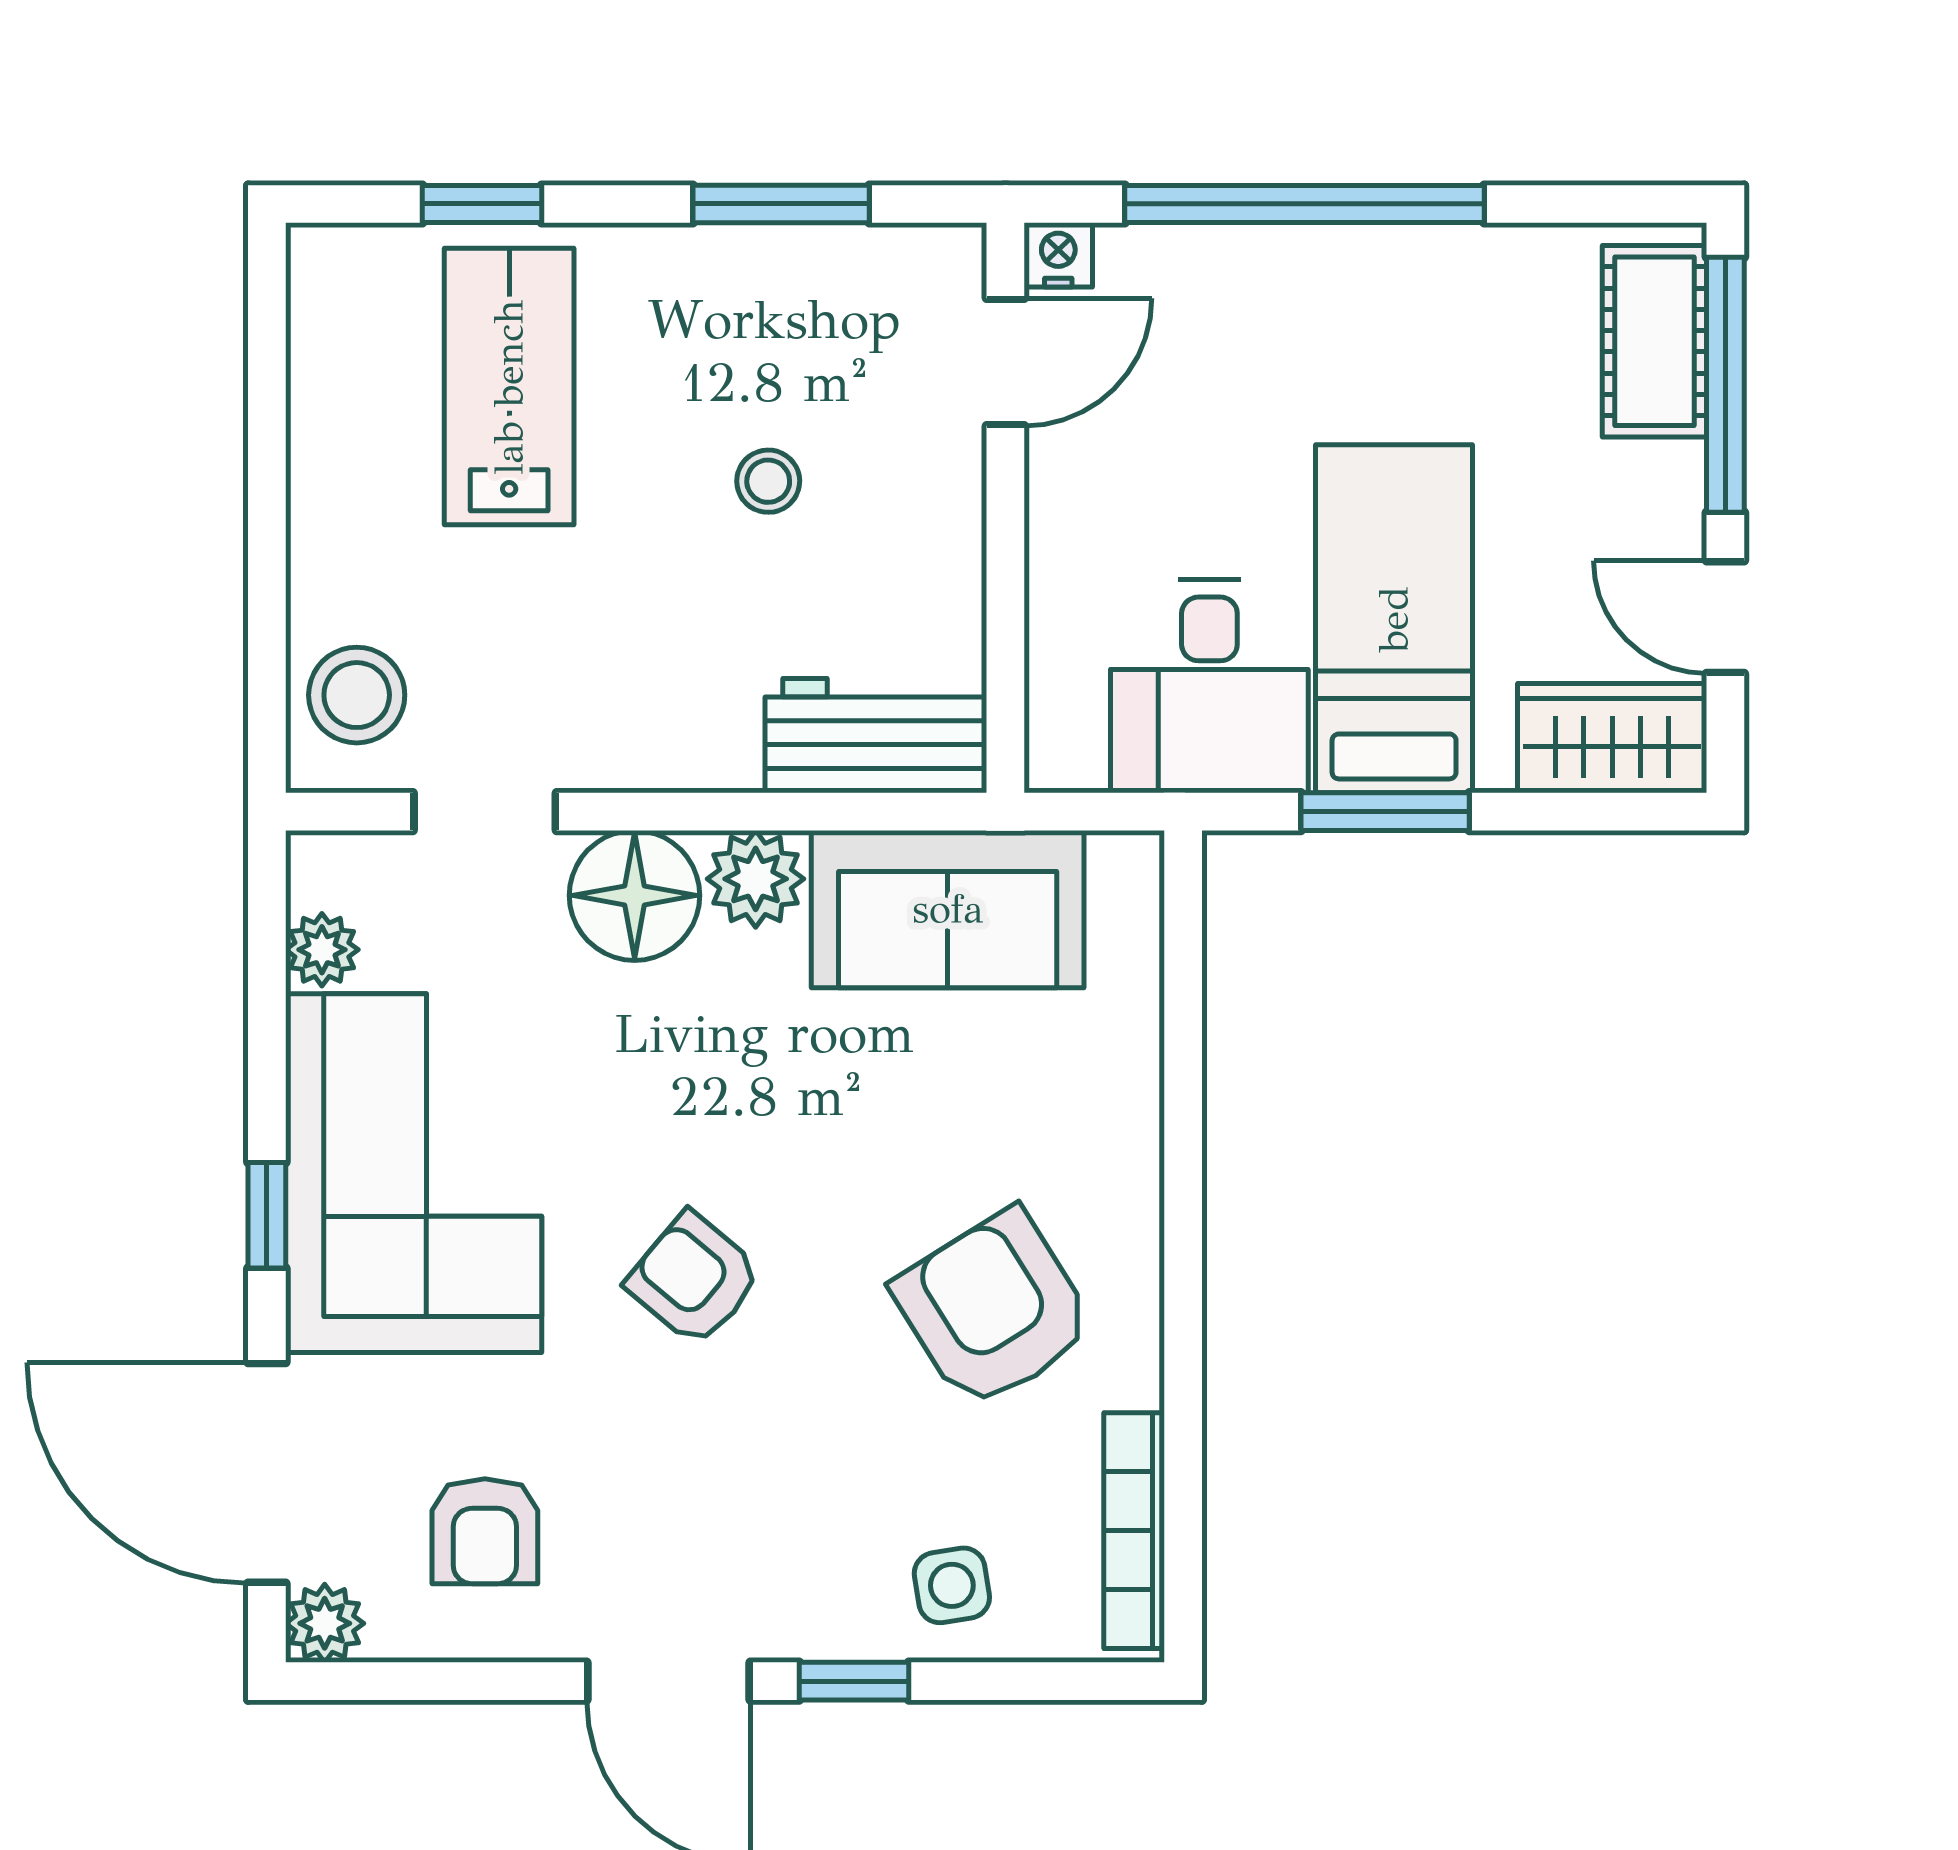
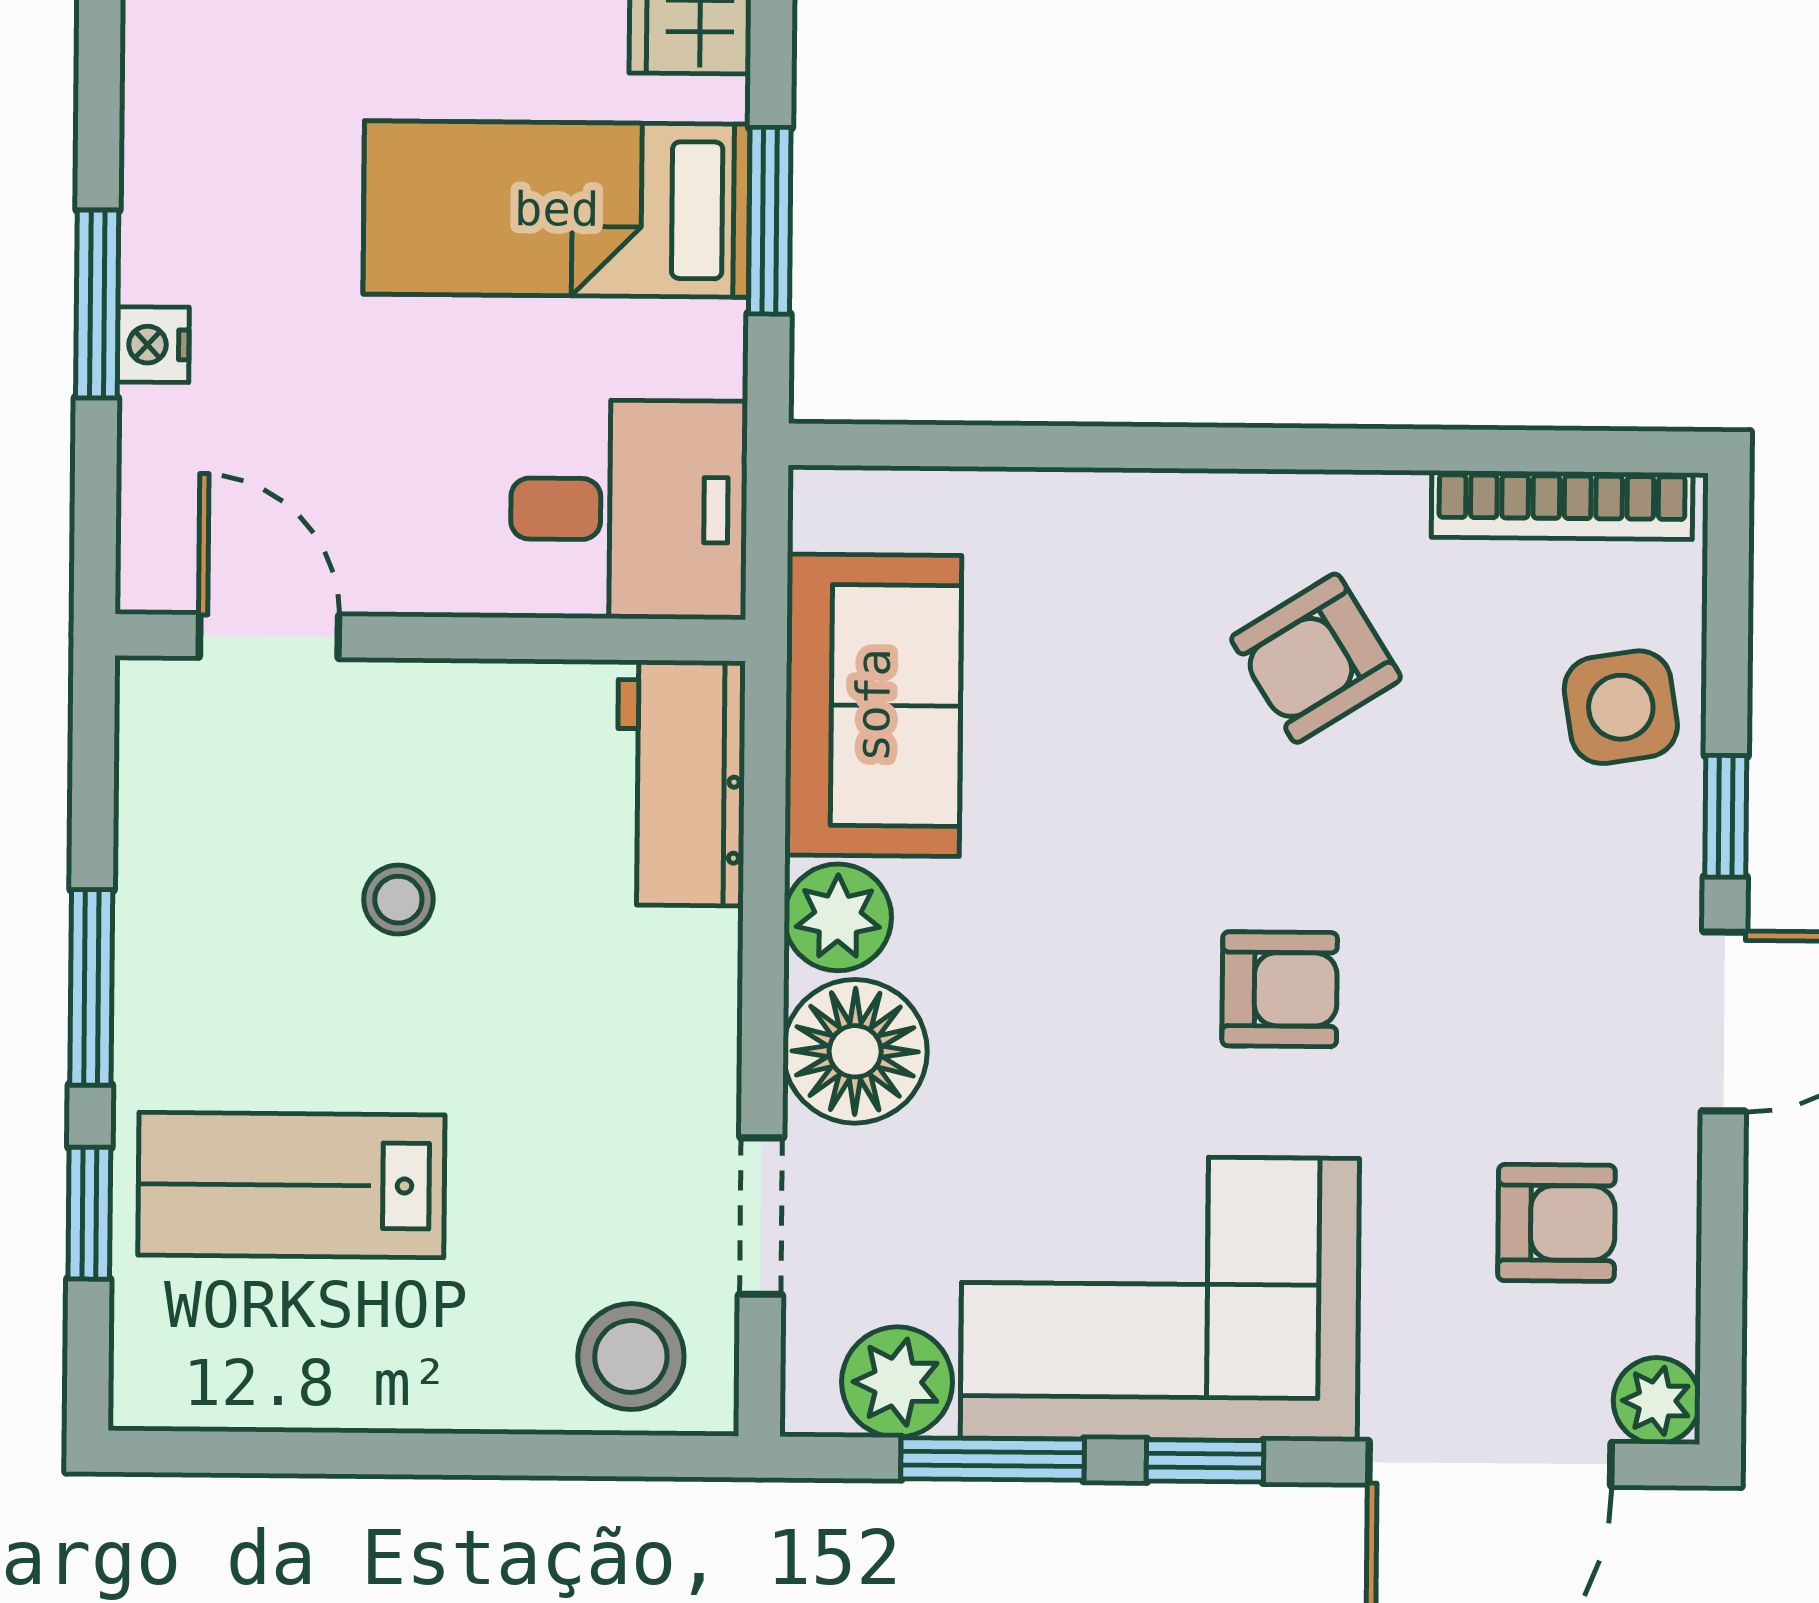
window: (781, 204) -> (91, 987), moved
window: (1305, 204) -> (97, 304), width x0.47
nightstand: (1058, 255) -> (153, 345), moved
desk: (1209, 686) -> (629, 509), moved
plant: (322, 950) -> (897, 1382), width x1.38, depth x1.38
window: (267, 1023) -> (993, 1459), added
armchair: (694, 1279) -> (1280, 989), turned -130
armchair: (994, 1309) -> (1316, 658), width x0.72, depth x0.72
side table: (952, 1585) -> (1621, 707), width x1.37, depth x1.37

